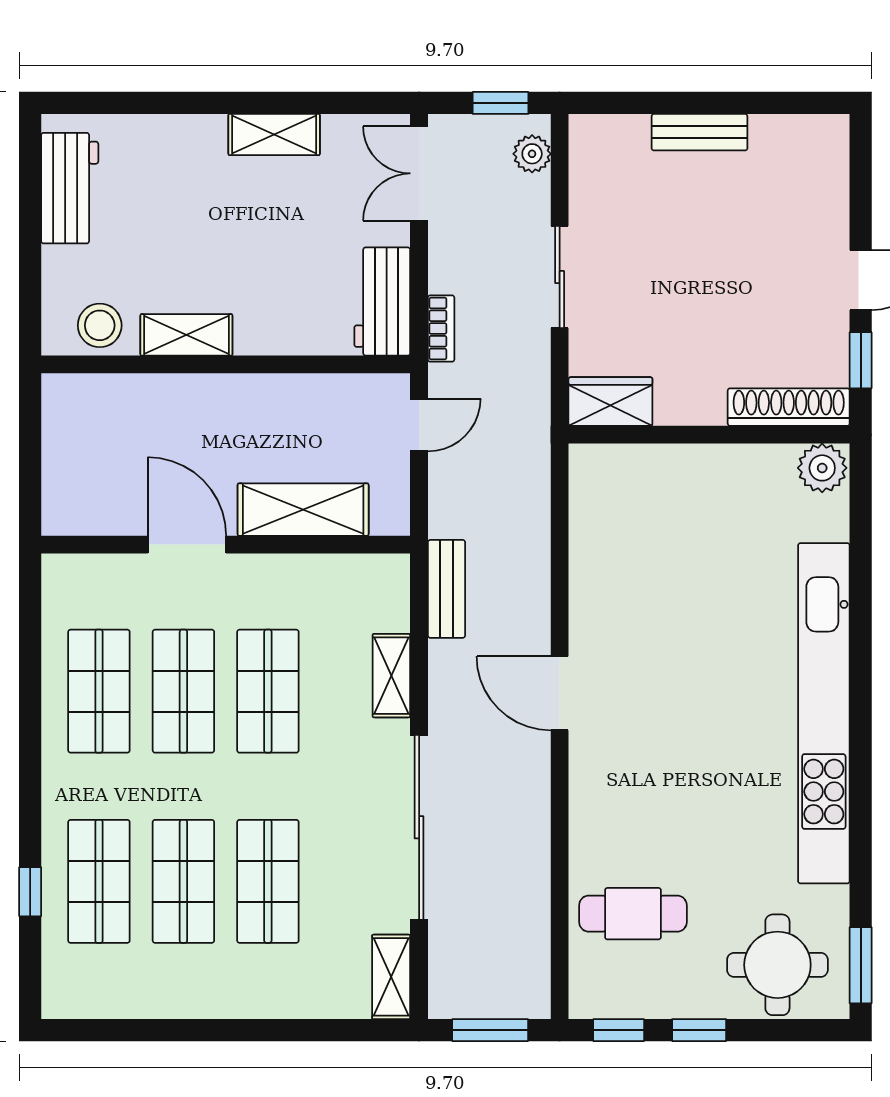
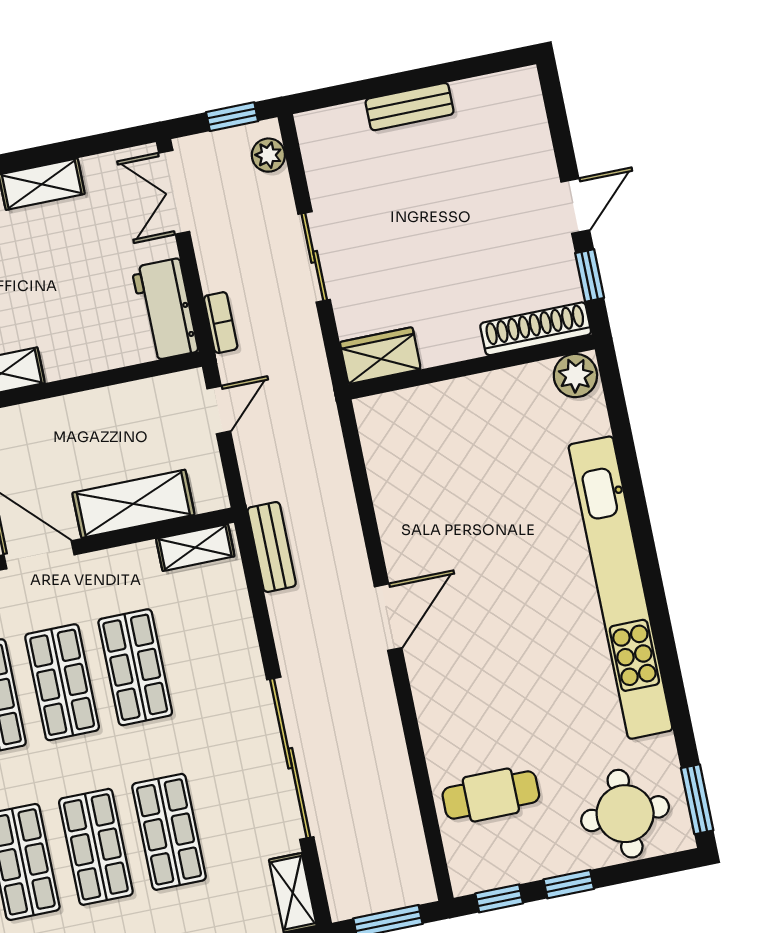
shelving: (391, 676) -> (195, 548), moved, turned 90
door: (560, 693) -> (388, 617), swing flipped

